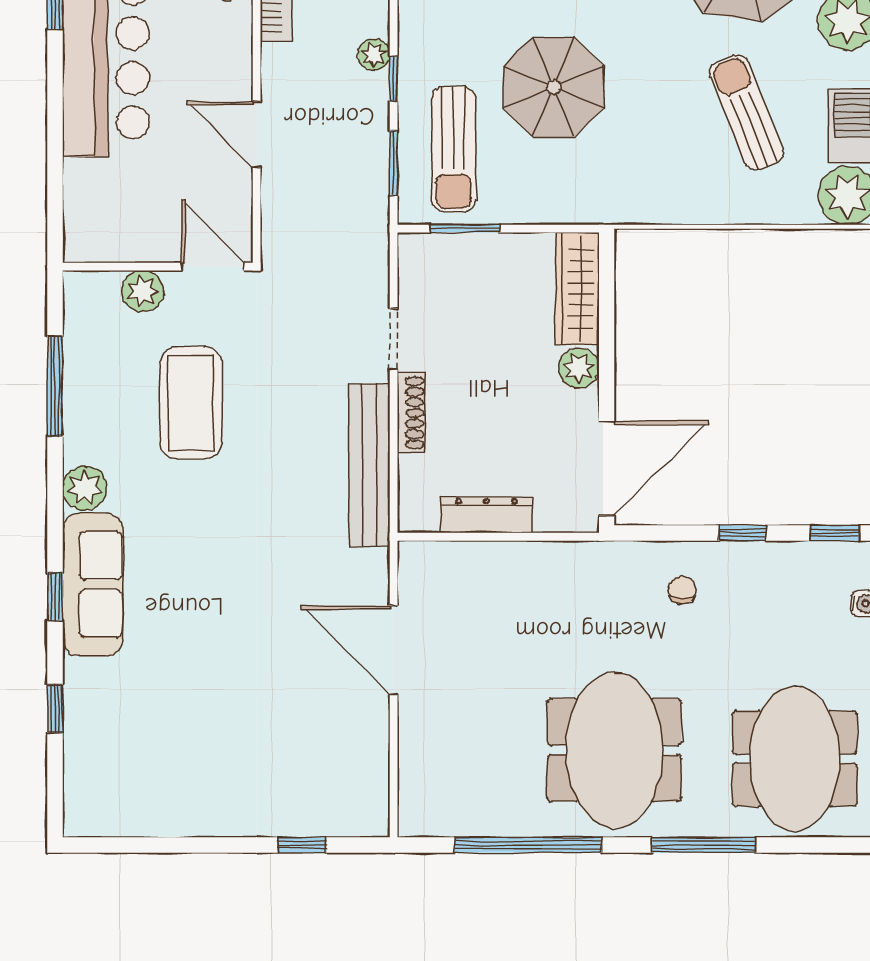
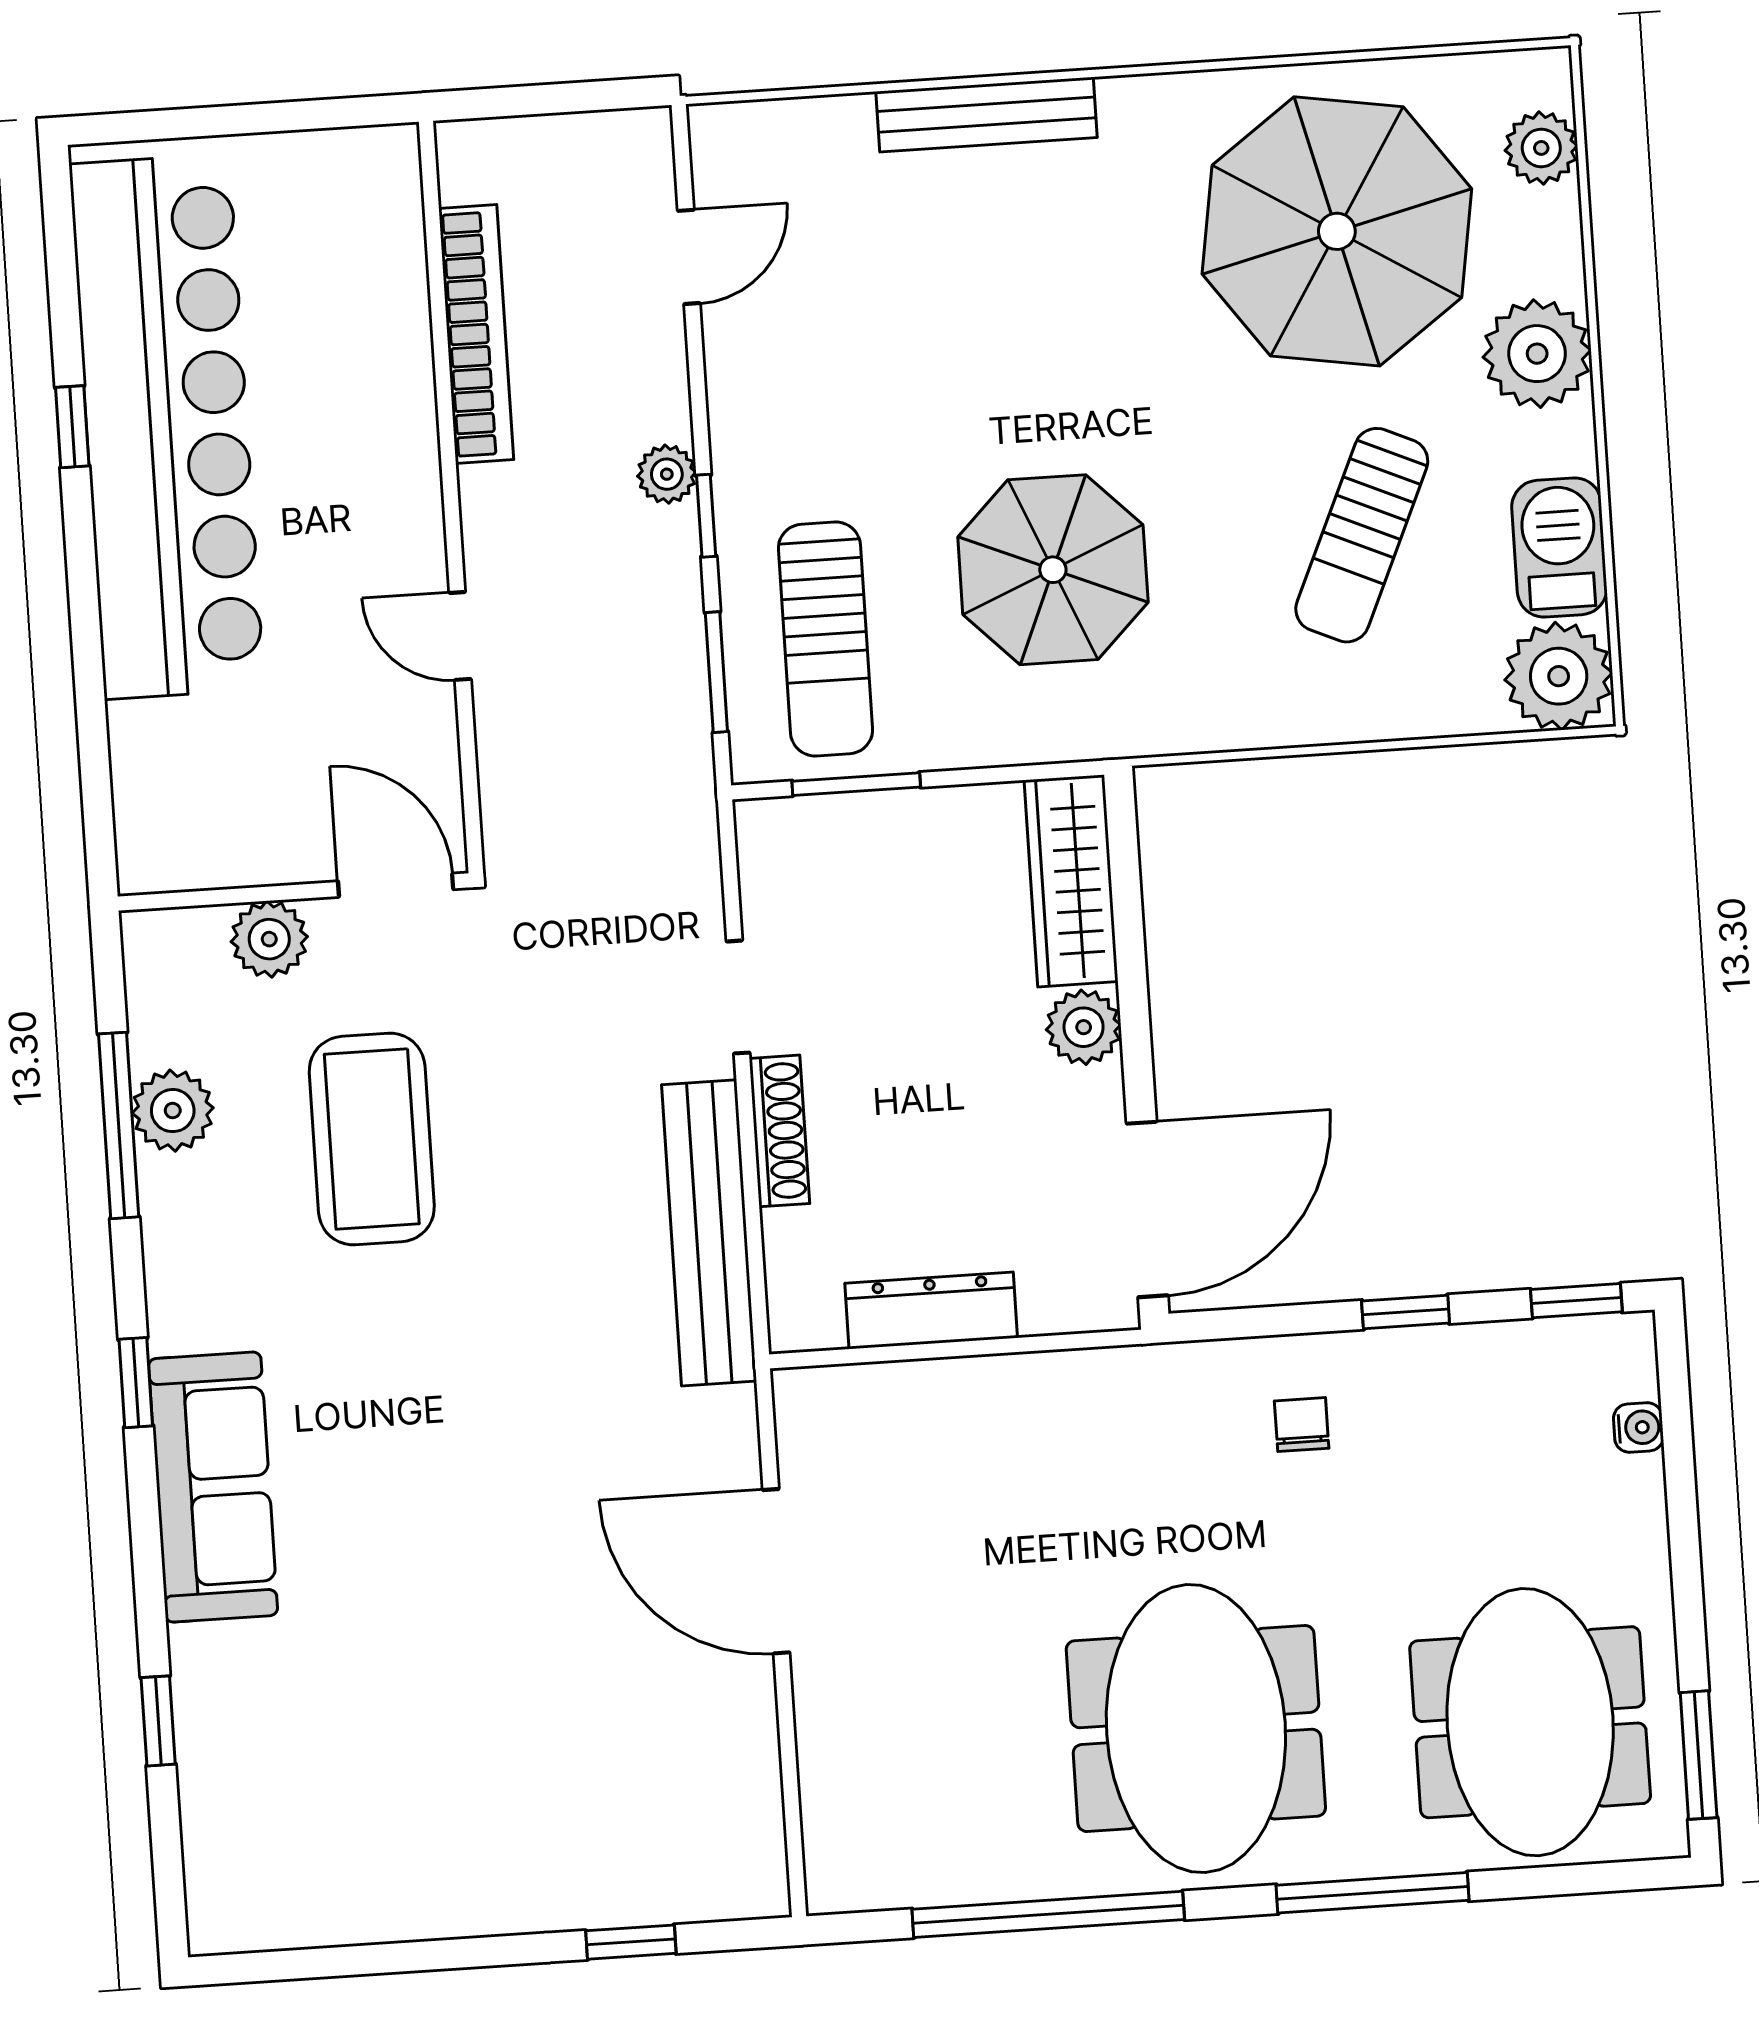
parasol: (554, 87) -> (1053, 570), moved
sun lounger: (746, 112) -> (1362, 535), turned -134
door: (257, 135) -> (460, 636), width x0.73
plant: (85, 488) -> (173, 1111), moved
window: (55, 597) -> (136, 1383), moved

